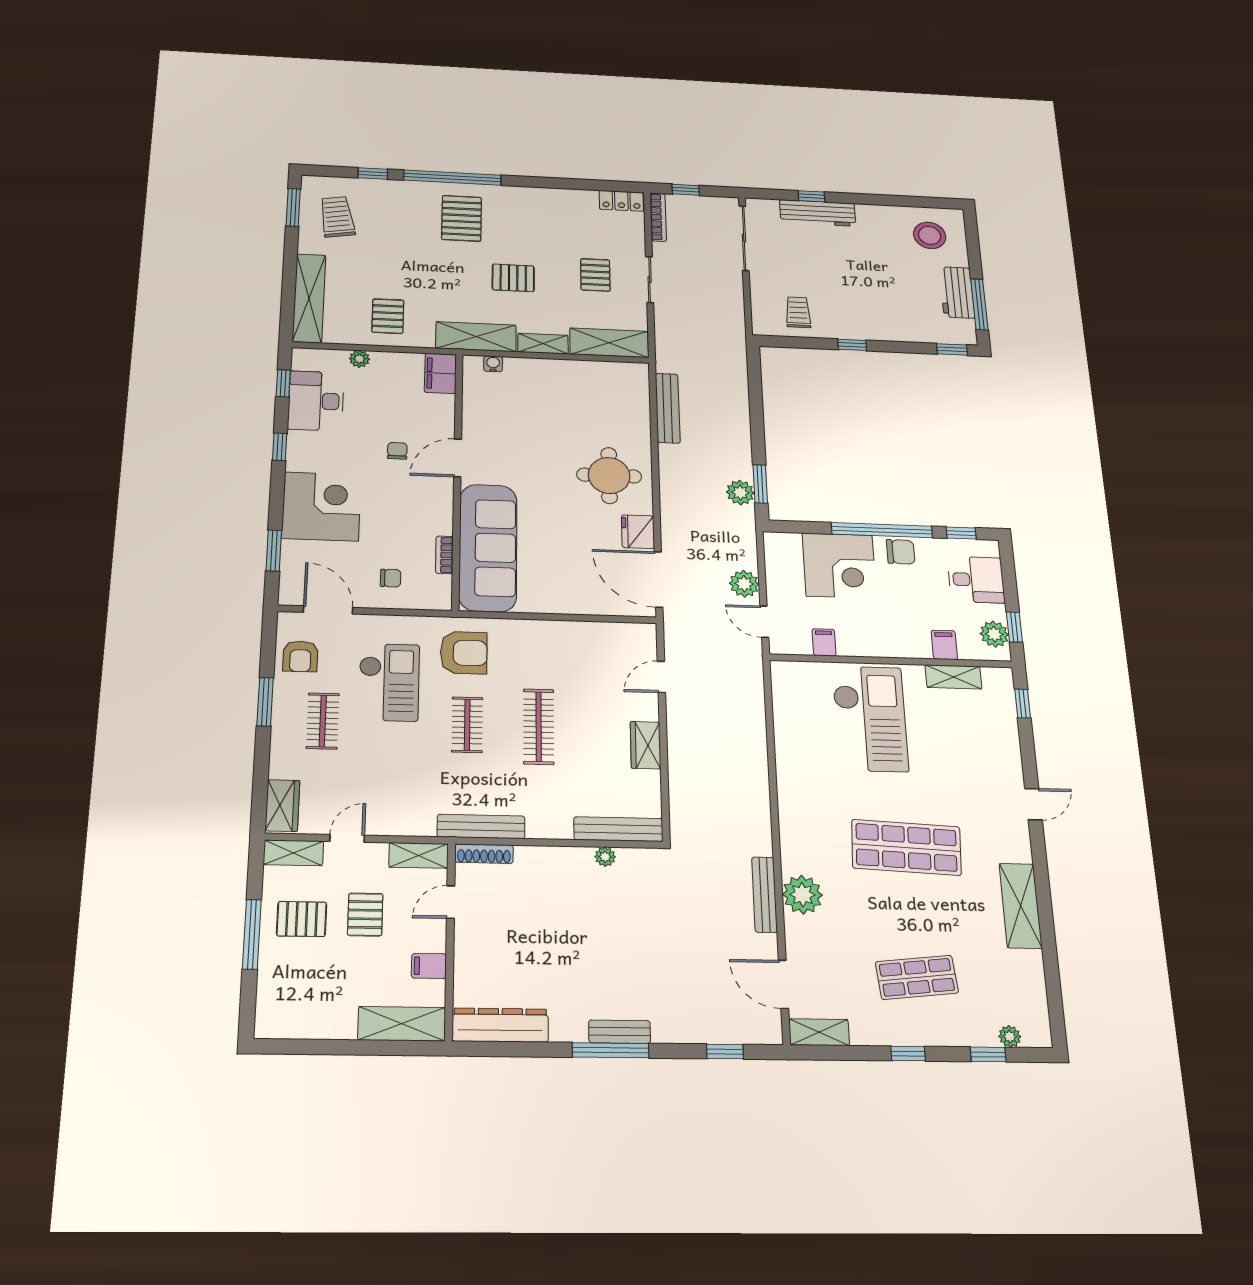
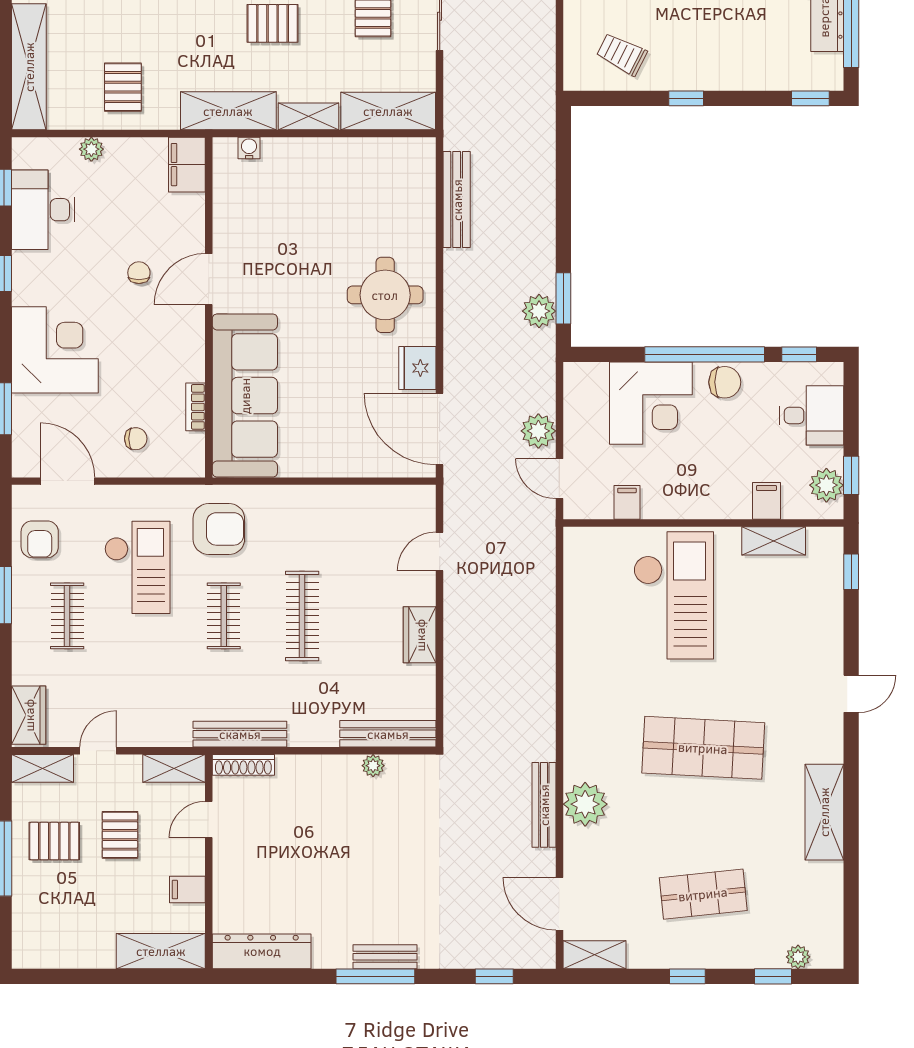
trolley: (798, 312) -> (622, 54), turned -63

